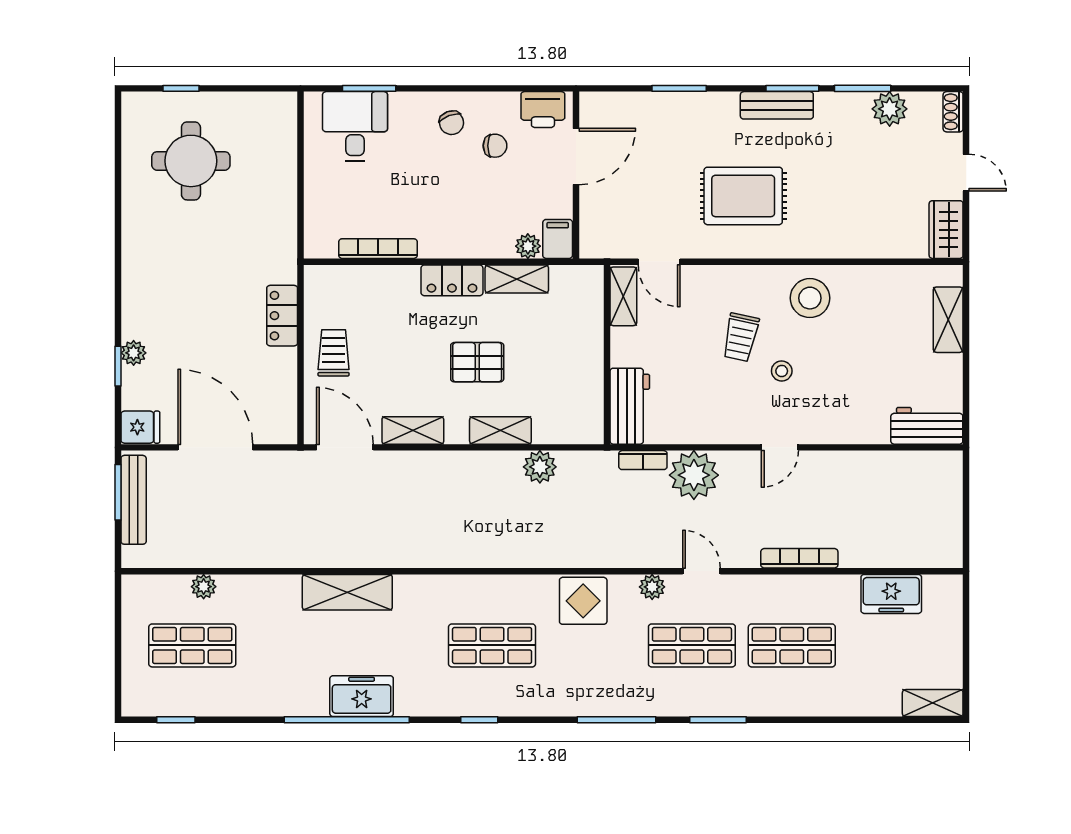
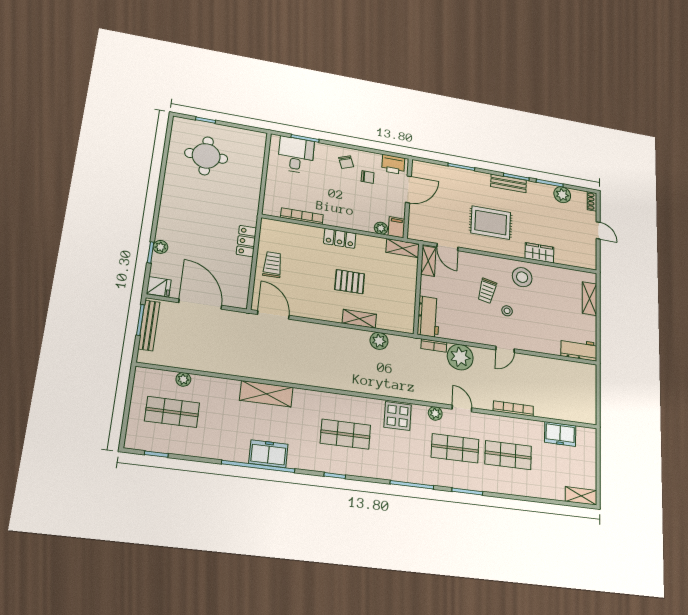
wardrobe: (946, 230) -> (539, 253), moved, turned 90
shelving: (517, 279) -> (403, 248), moved
shelving: (413, 430) -> (312, 312), removed

